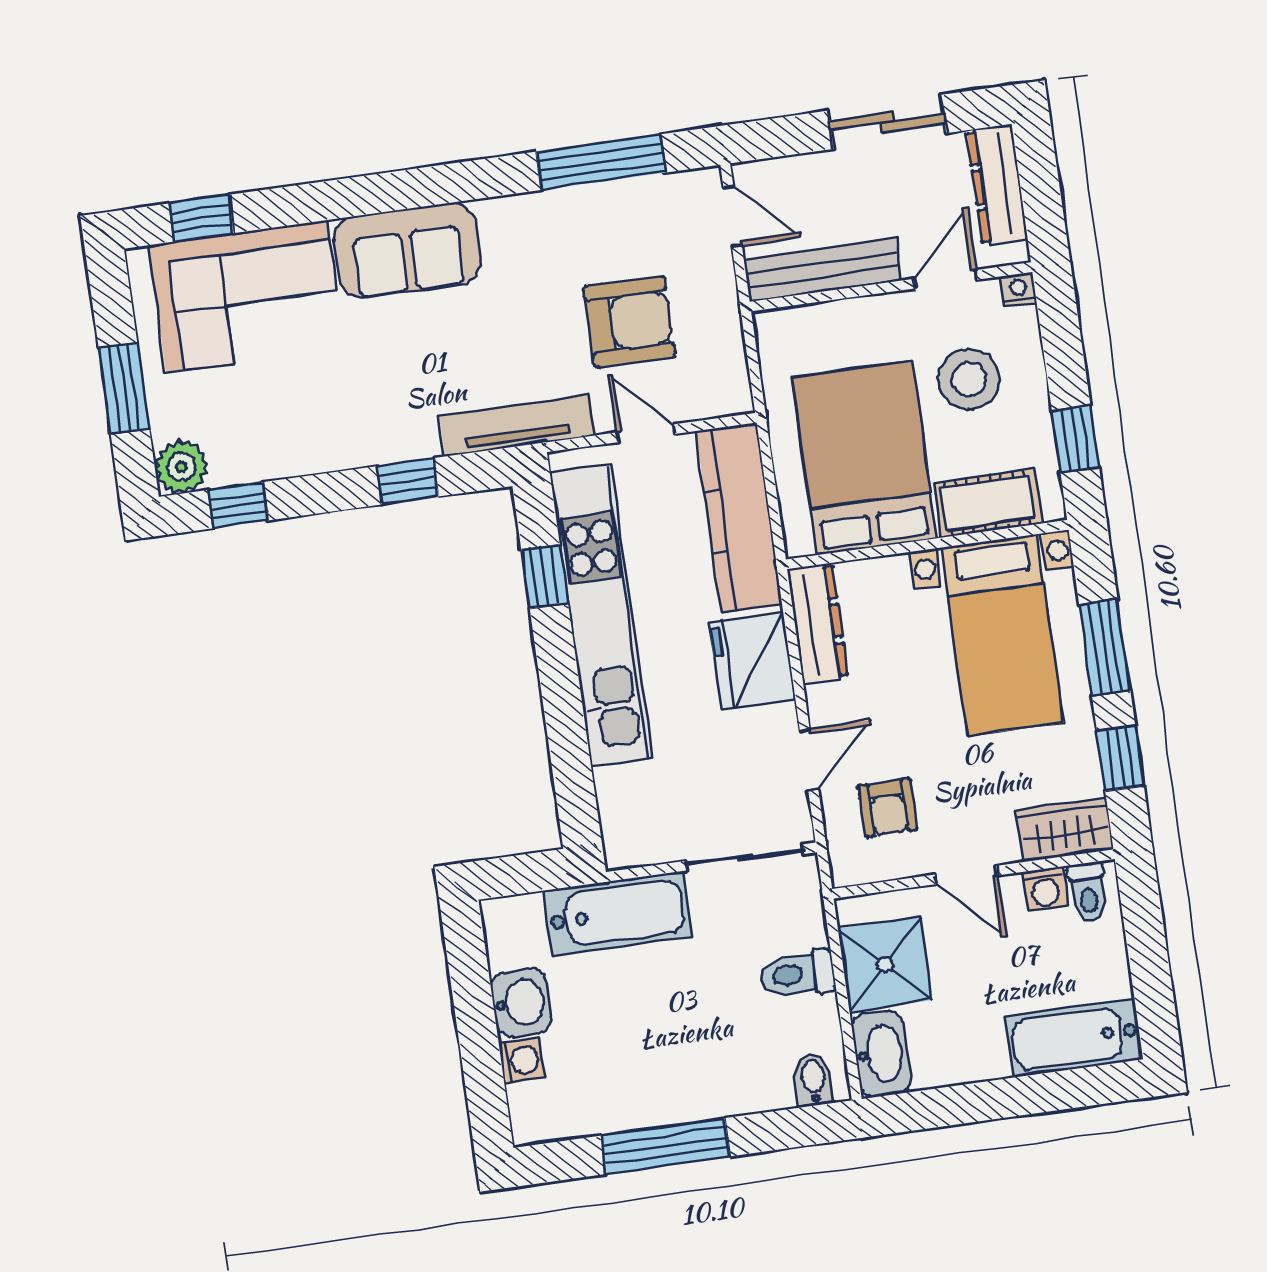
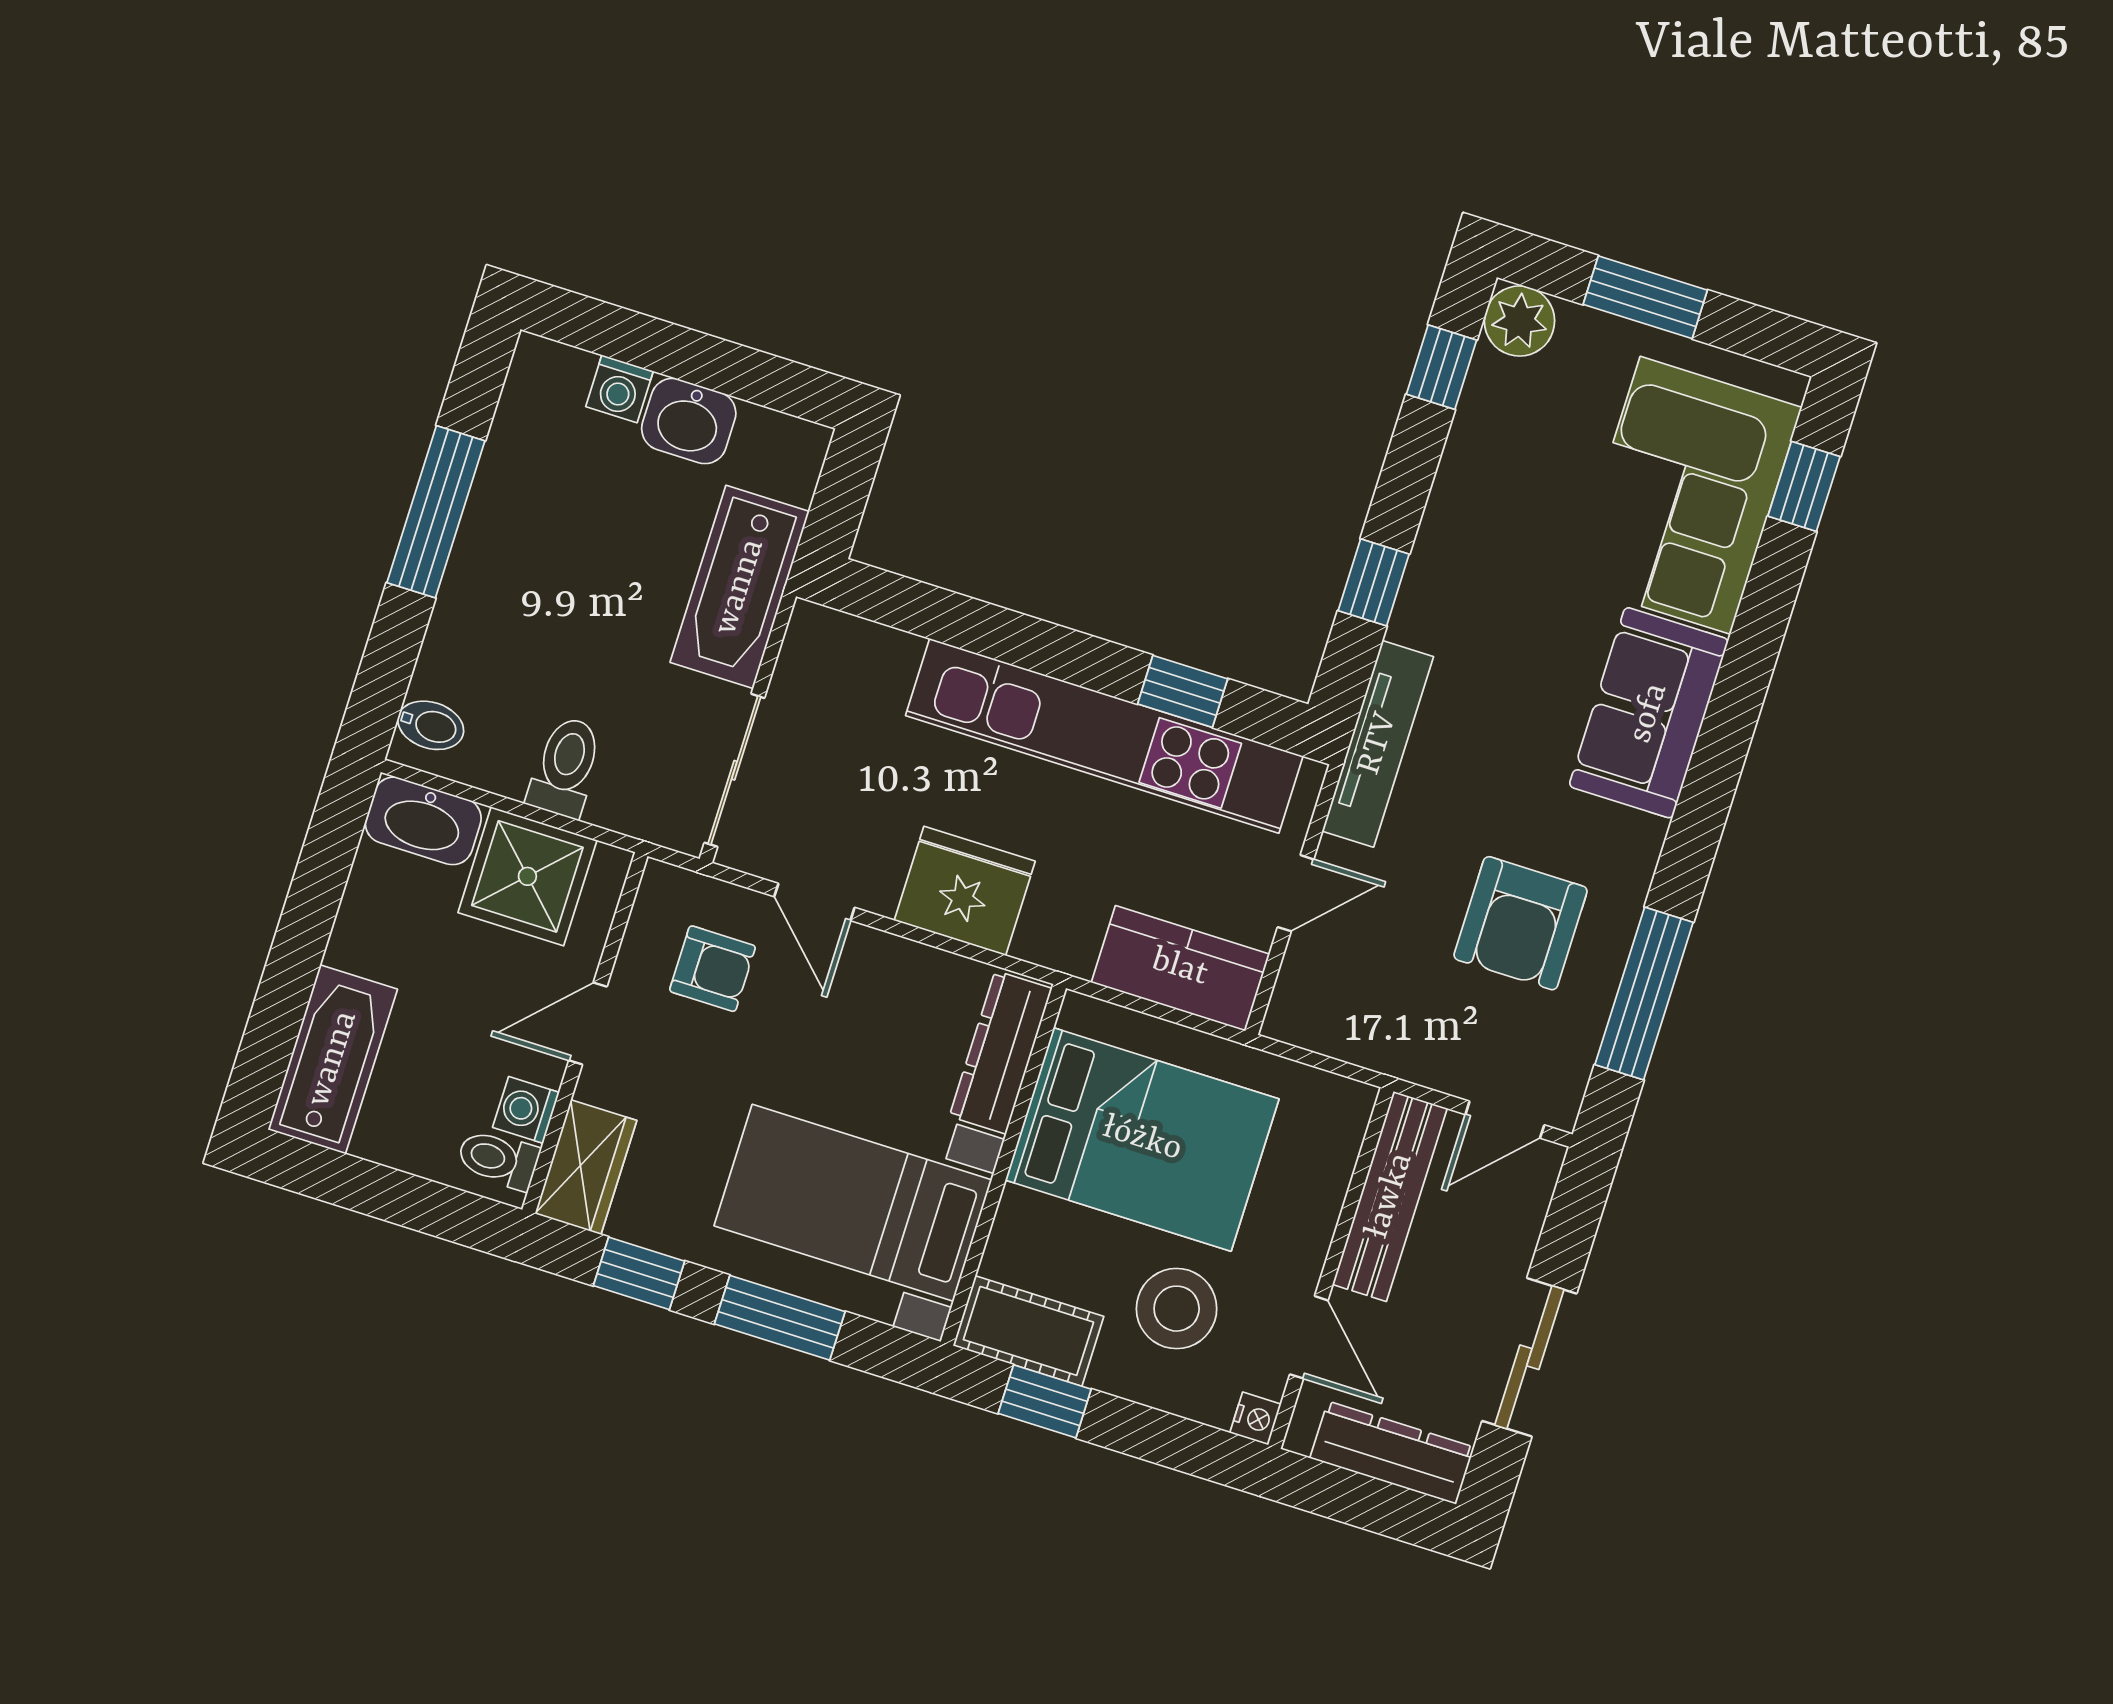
armchair: (629, 322) -> (1521, 923), moved
cot: (988, 503) -> (1028, 1331), moved, turned 90
kitchen counter: (739, 518) -> (1180, 968), width x0.67
dresser: (818, 623) -> (1001, 1052), moved, turned 90
armchair: (888, 808) -> (712, 969), turned 180

